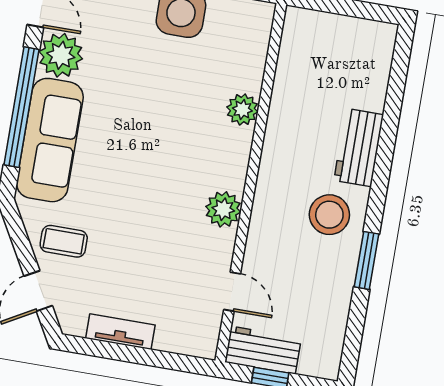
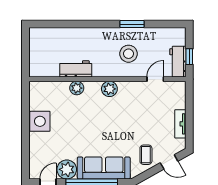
workbench: (359, 148) -> (76, 69), moved, turned 180
plant: (223, 209) -> (109, 89), moved
stool: (329, 215) -> (129, 54), moved

